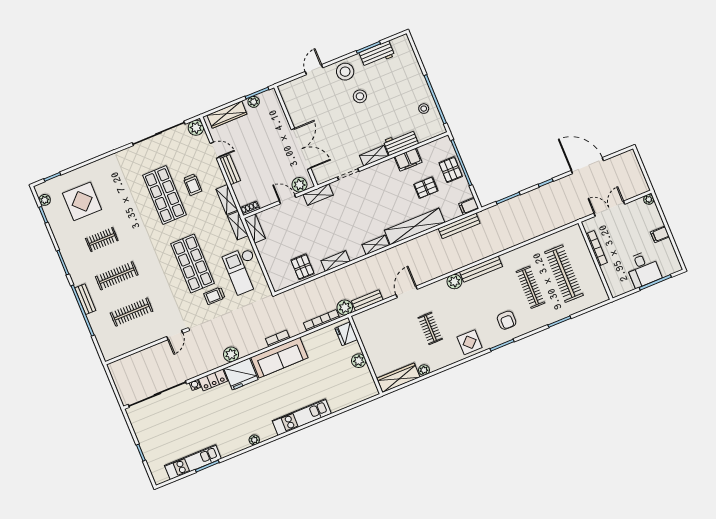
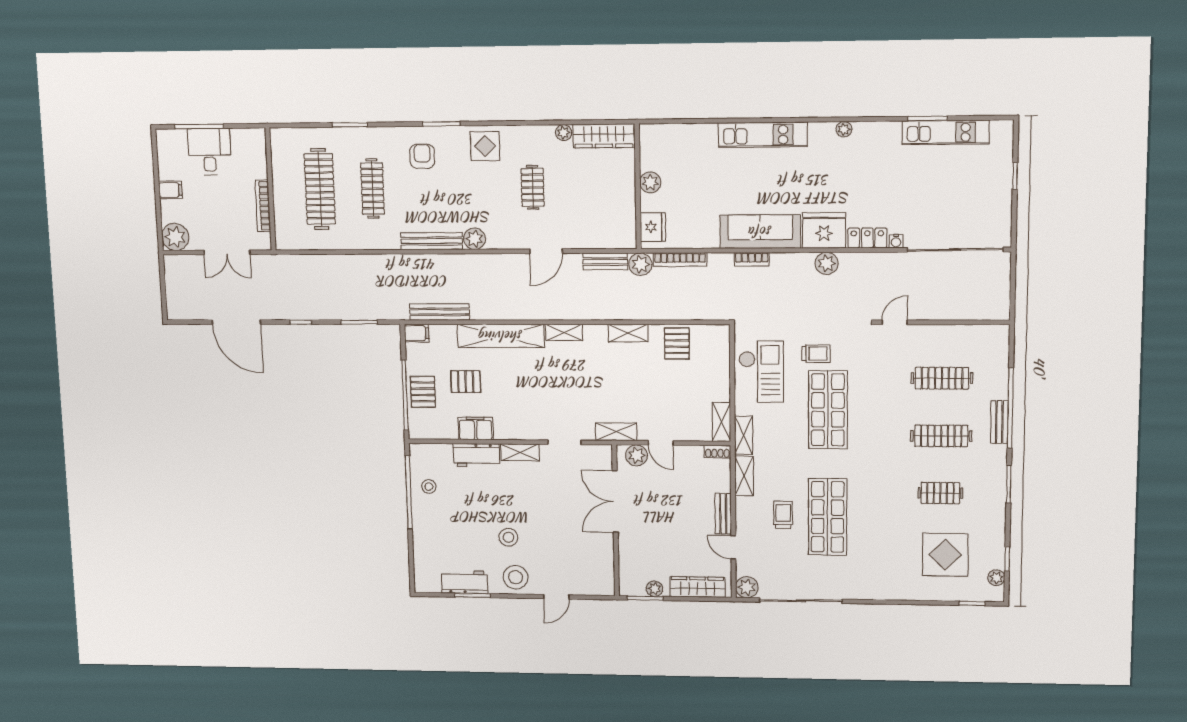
plant: (649, 199) -> (175, 237), width x1.87, depth x1.87

